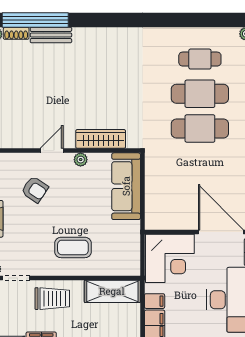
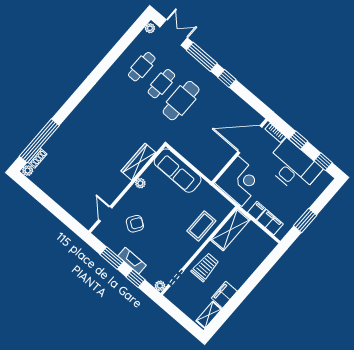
bench: (51, 35) -> (55, 139), removed
cafe table: (200, 94) -> (161, 84), width x0.73, depth x0.74
door: (52, 151) -> (105, 214), moved
coffee table: (73, 247) -> (201, 226), moved

